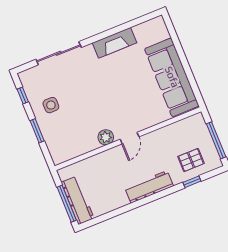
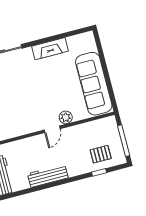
plant: (106, 137) -> (66, 117), moved
workbench: (149, 187) -> (48, 176), moved

